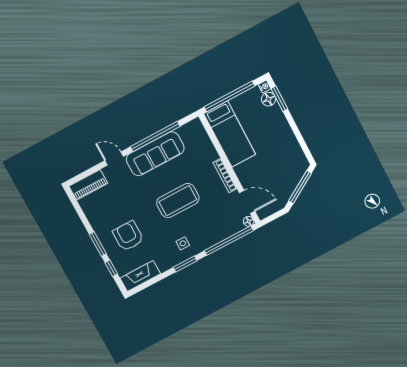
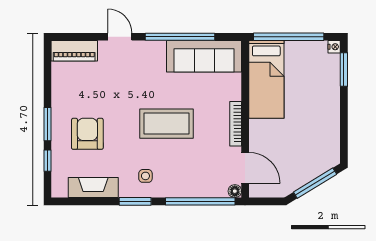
floor lamp: (268, 99) -> (331, 63), removed
sofa: (155, 154) -> (204, 56), moved
fireplace: (140, 276) -> (93, 188), moved

